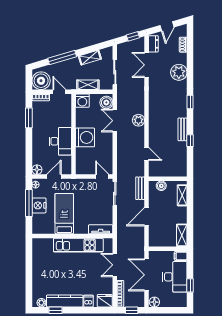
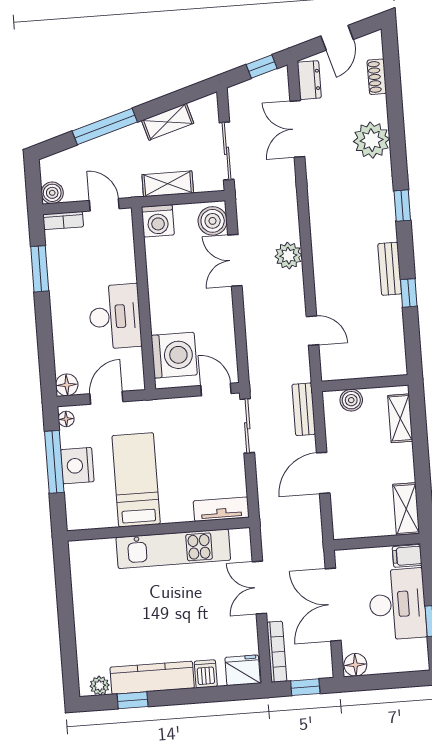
boiler: (41, 81) -> (52, 193), width x0.54, depth x0.54
washing machine: (85, 137) -> (174, 355), moved

